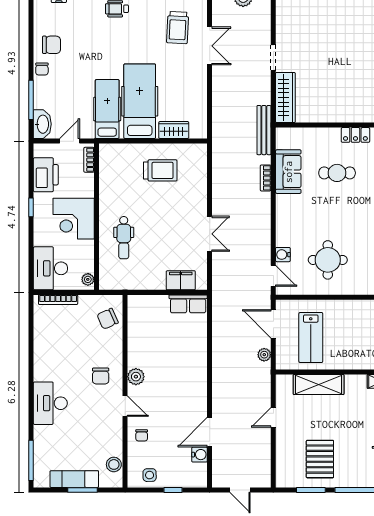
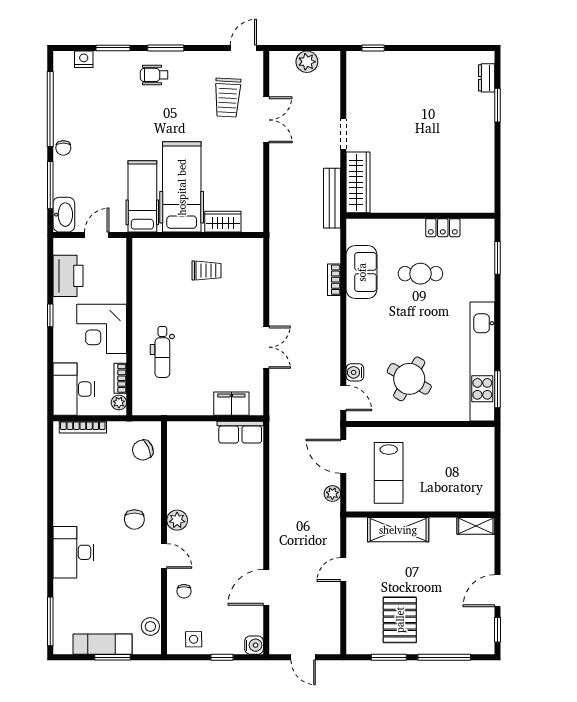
window: (31, 37) -> (50, 109), added
chair: (52, 45) -> (75, 119), removed
bench: (264, 130) -> (332, 198), moved
bookcase: (89, 160) -> (120, 378), moved
trolley: (160, 170) -> (206, 271), width x0.73, depth x0.72
round table: (328, 260) -> (409, 379), turned 30
water cooler: (200, 455) -> (254, 645), moved

